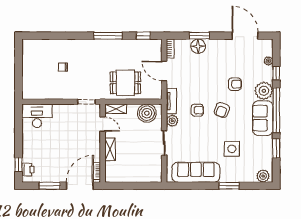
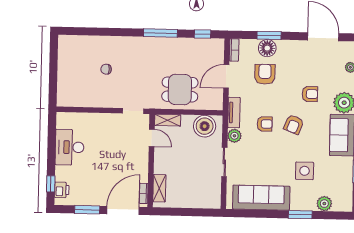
armchair: (197, 68) -> (265, 74), added
door: (164, 71) -> (226, 76), hinge flipped
desk: (37, 116) -> (70, 147), moved, turned -90
shelving: (110, 149) -> (159, 188), moved
plant: (263, 176) -> (324, 204), moved

